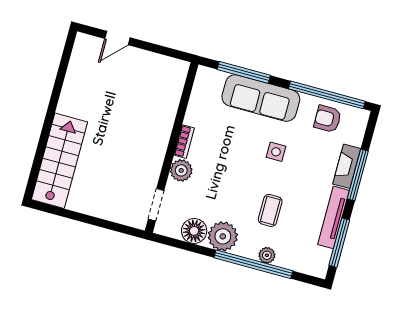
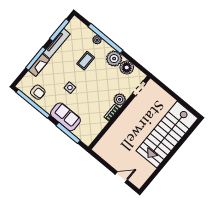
sofa: (261, 98) -> (65, 117), width x0.73
stairs: (59, 161) -> (167, 135), width x1.36, depth x1.51

